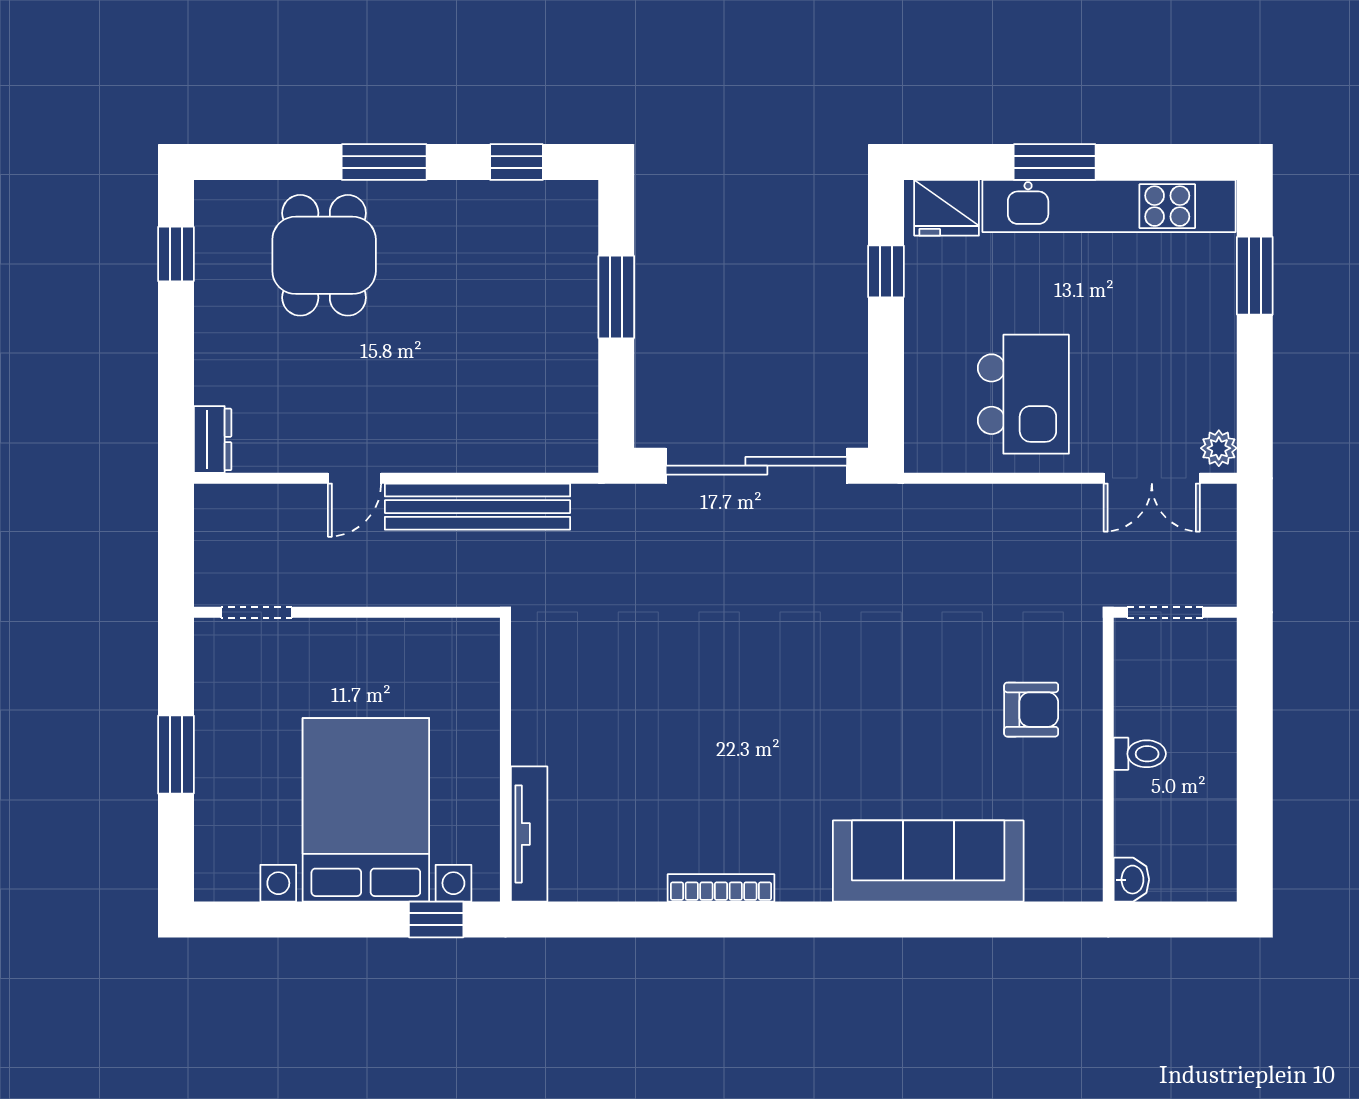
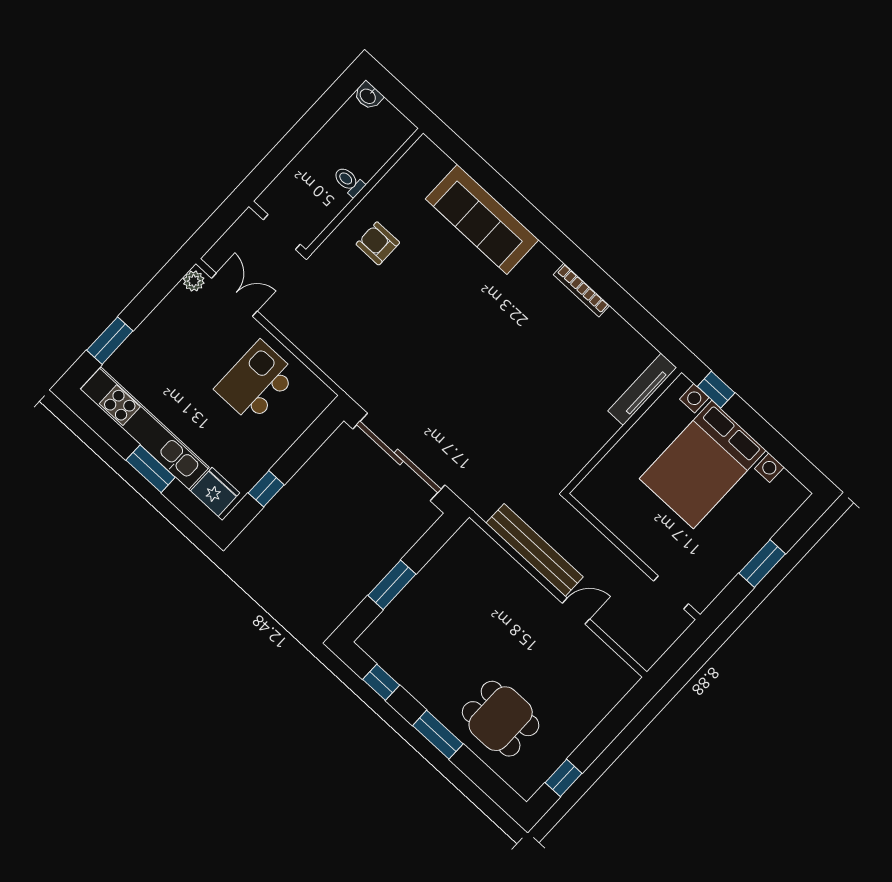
dining table: (324, 255) -> (501, 719), turned 90
dresser: (213, 439) -> (621, 684), removed
washbasin: (1131, 880) -> (368, 96), moved, turned -90

